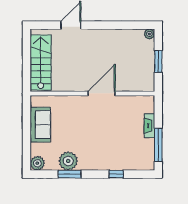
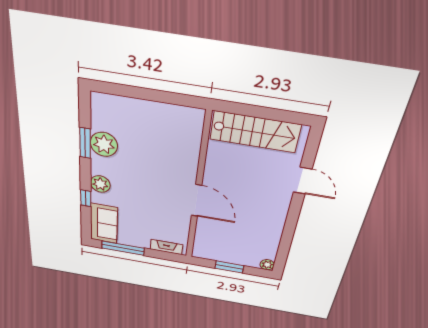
sofa: (40, 125) -> (104, 224), moved, turned -90
fireplace: (149, 126) -> (166, 247), moved
plant: (37, 163) -> (100, 184), moved

